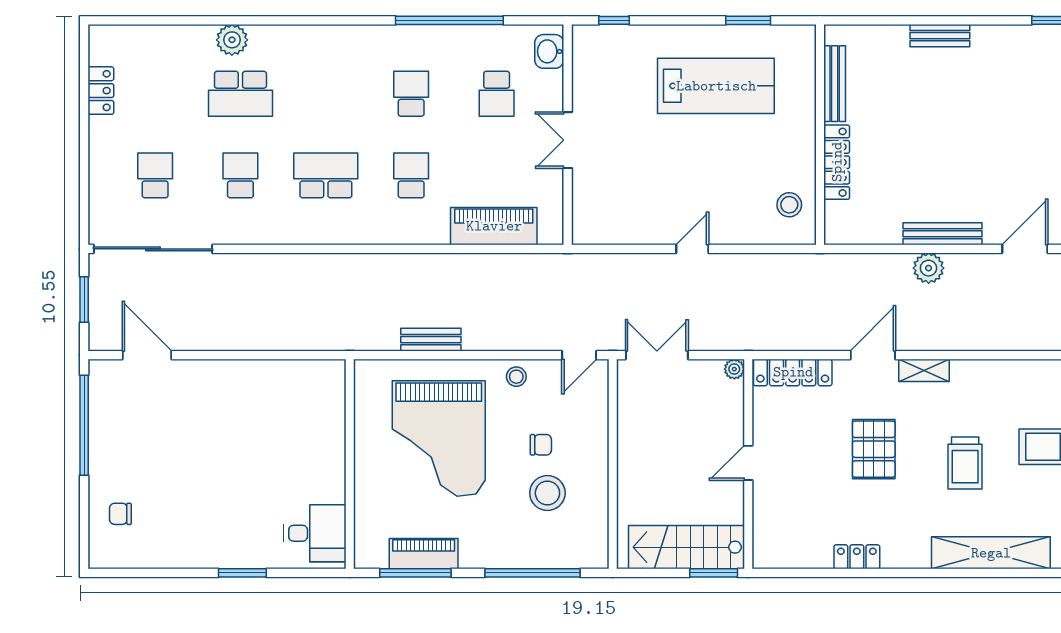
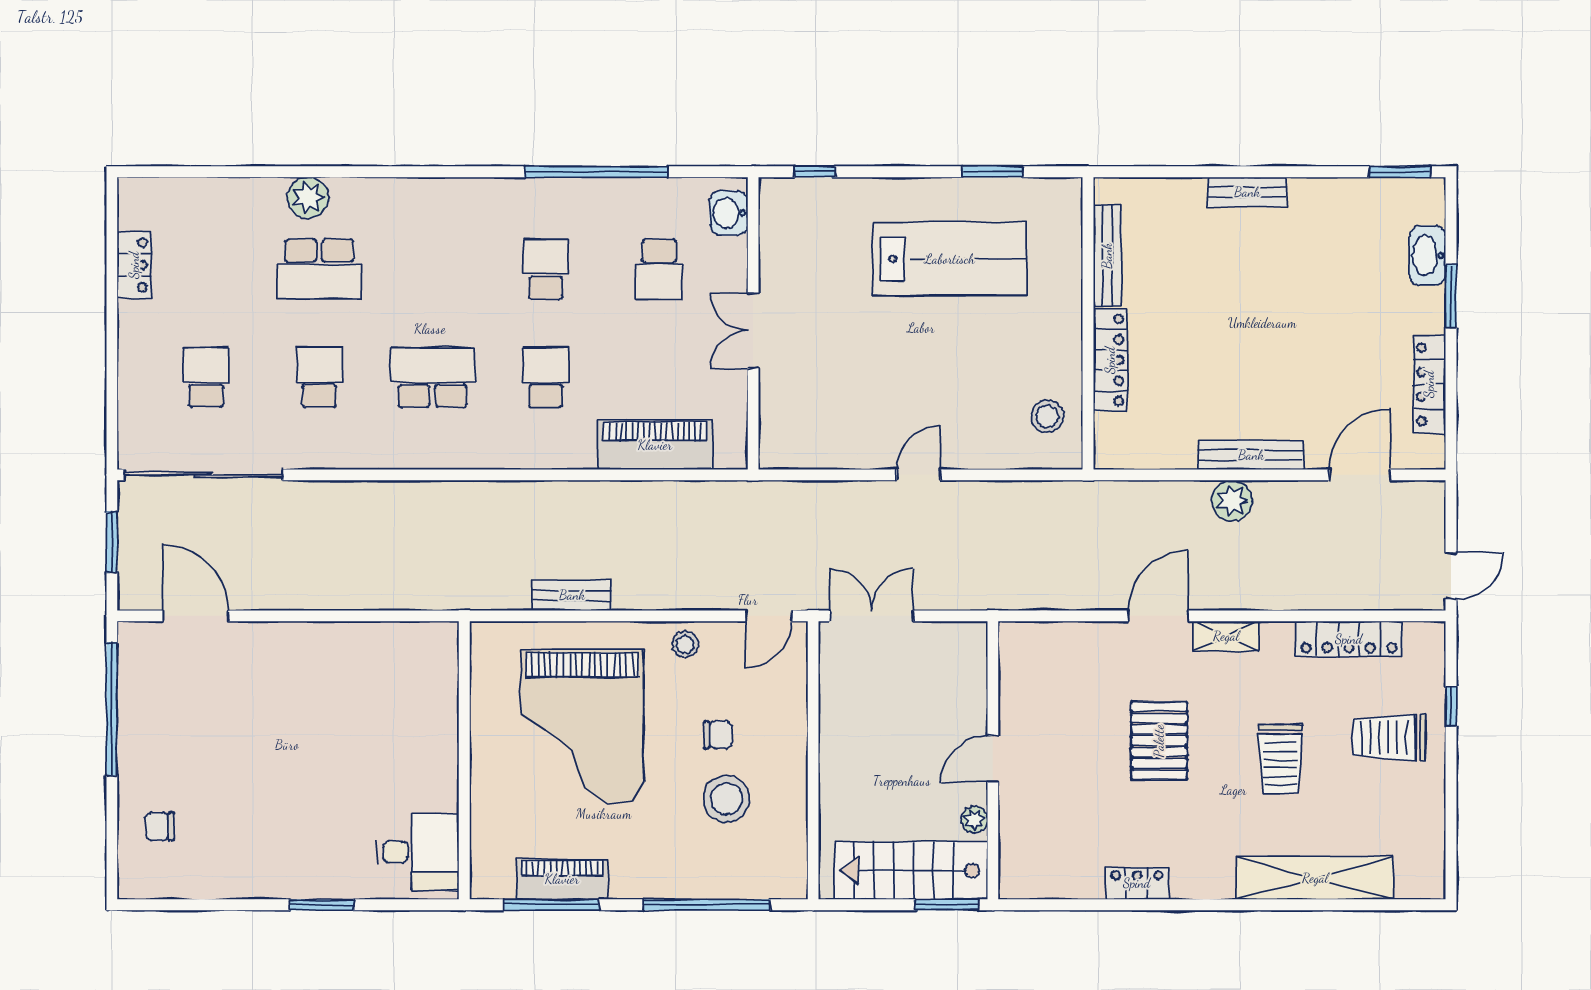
plant: (734, 369) -> (974, 820), moved
locker: (793, 372) -> (1349, 639), moved

